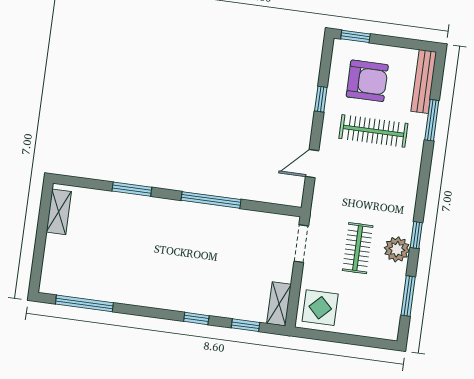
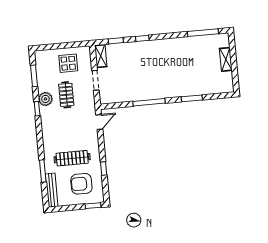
door: (312, 164) -> (99, 122), moved
shelving: (59, 212) -> (226, 59), moved
doorway: (301, 244) -> (95, 80), moved
display table: (320, 308) -> (68, 63), moved

